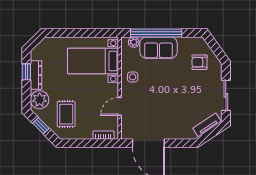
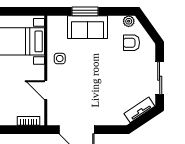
window: (156, 33) -> (85, 11), width x0.47
plant: (134, 42) -> (129, 21), moved
door: (120, 106) -> (46, 90), hinge flipped

